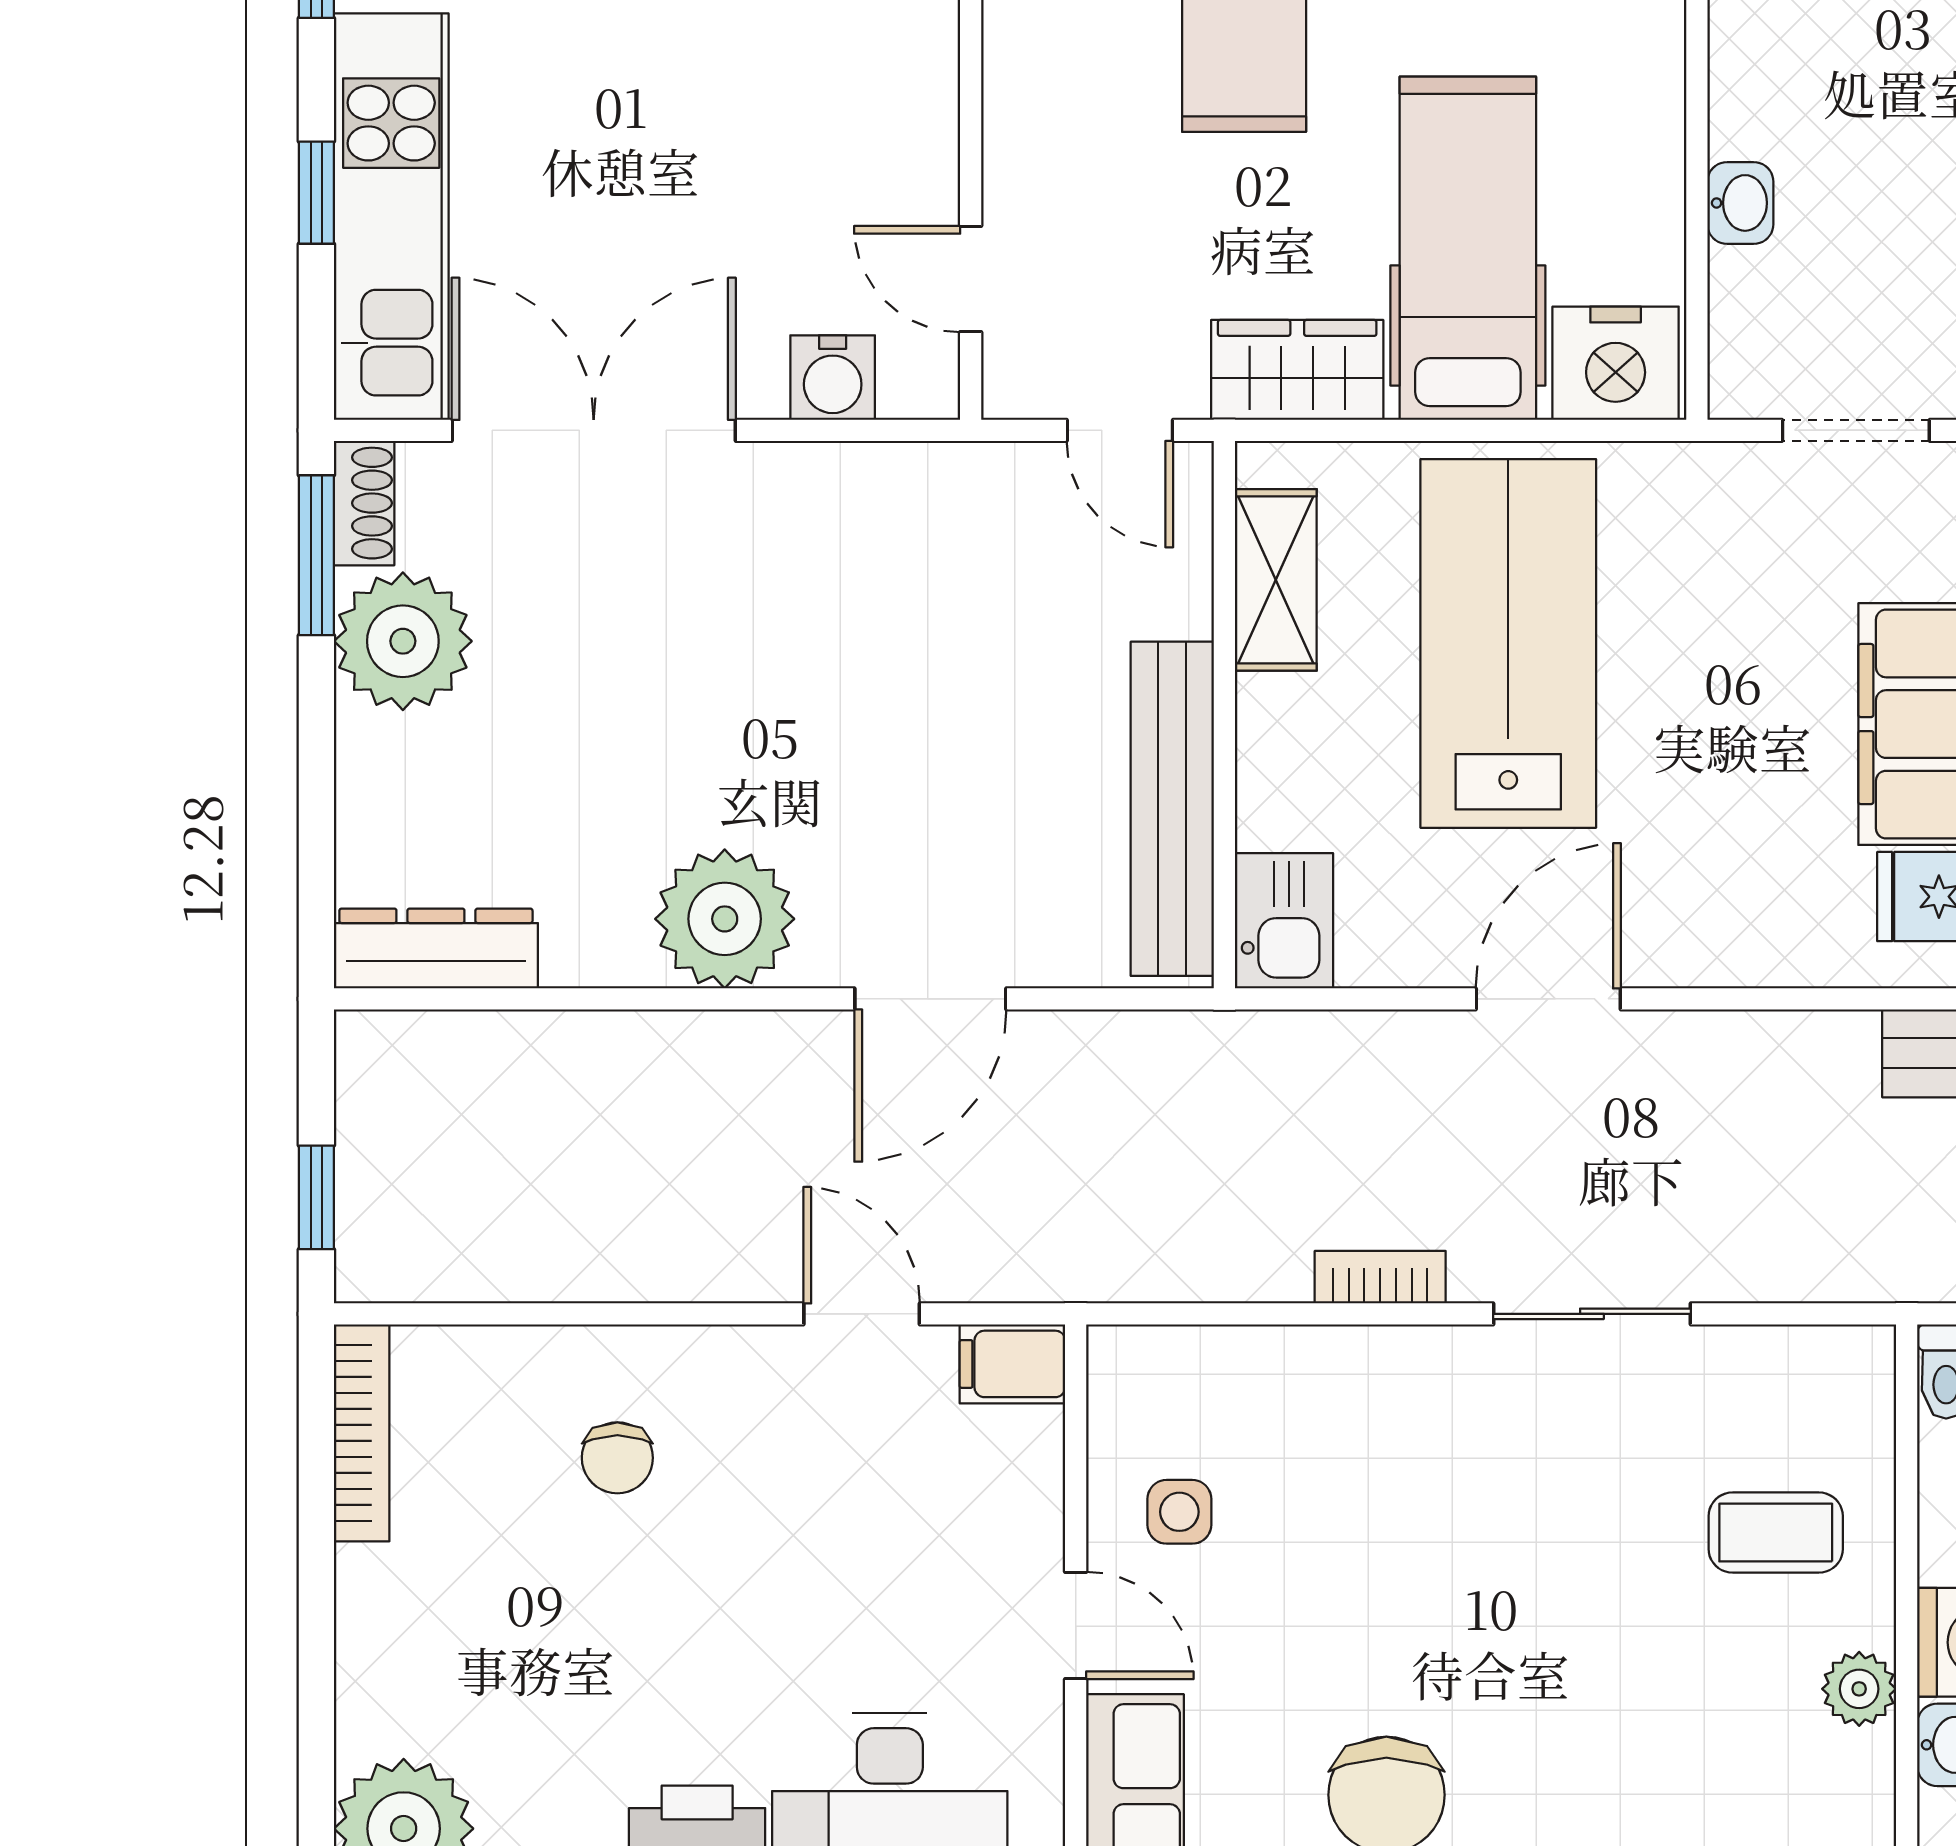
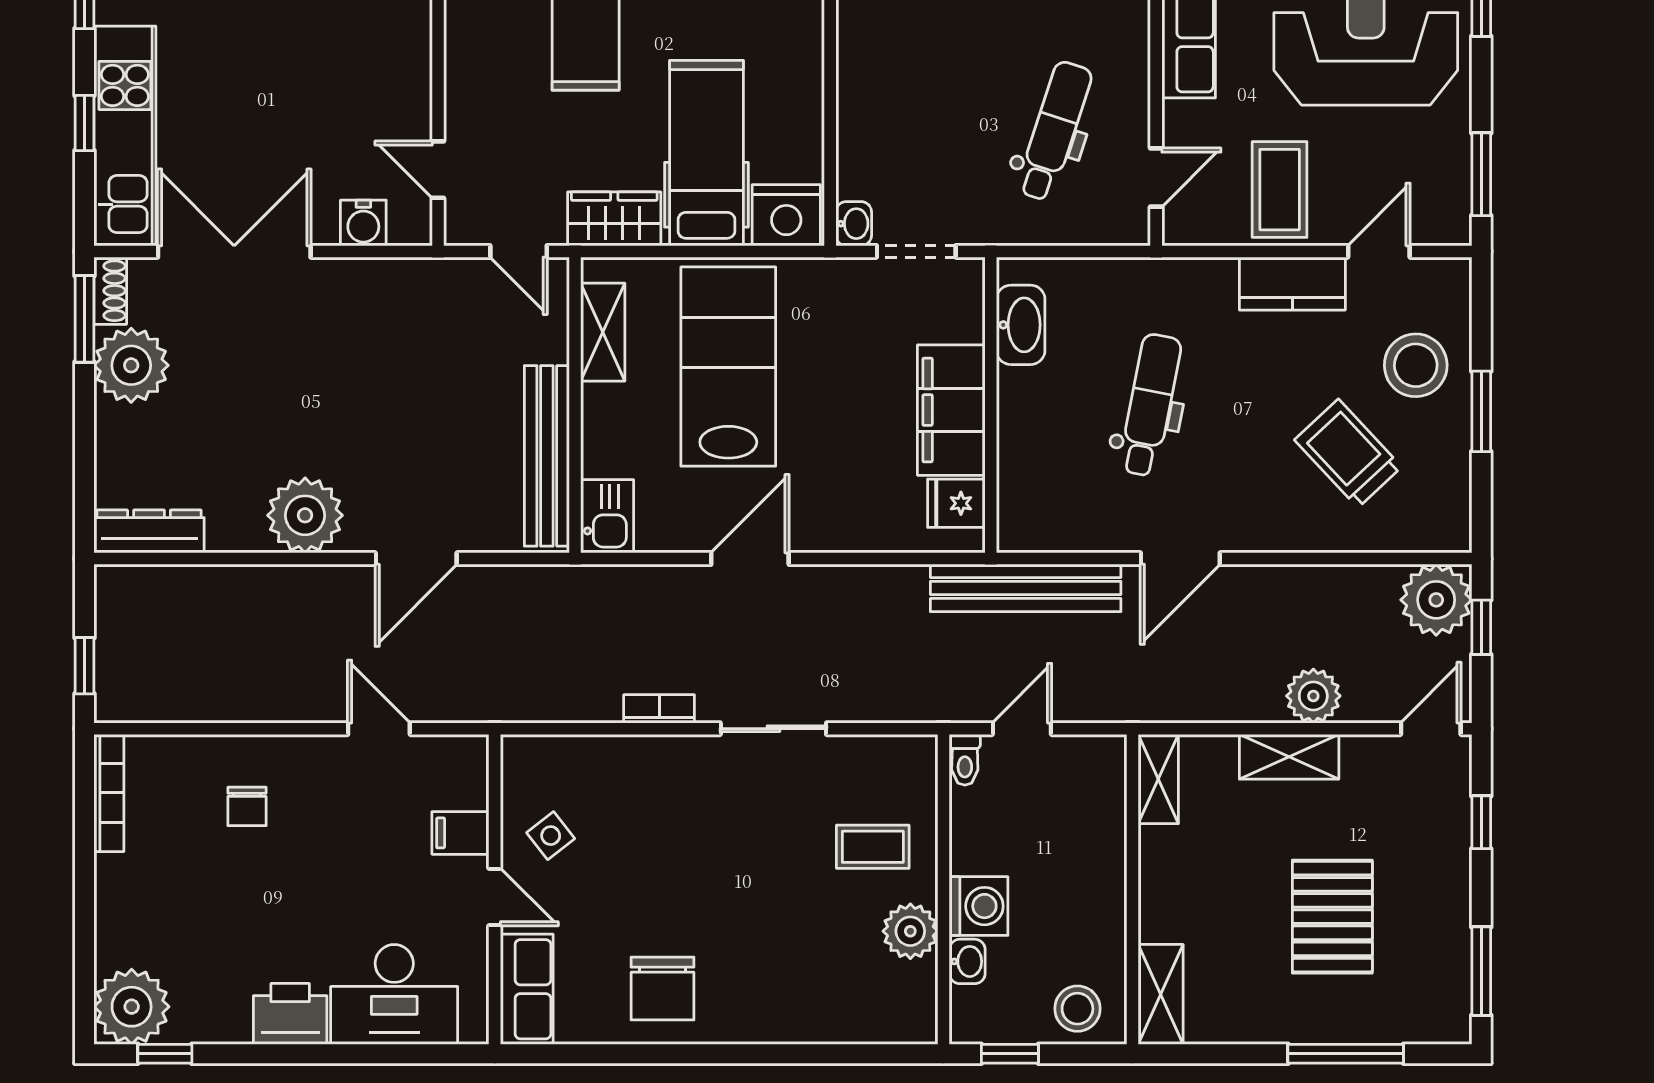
washbasin: (1740, 203) -> (854, 224), moved
filing cabinet: (1012, 1364) -> (460, 833), moved
side table: (1179, 1512) -> (551, 836), turned -38
plant: (1859, 1689) -> (910, 931), width x1.38, depth x1.38

